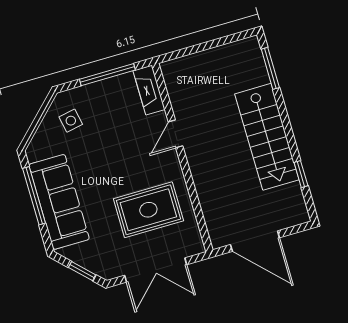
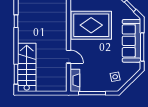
door: (175, 134) -> (69, 57), hinge flipped
stairs: (267, 137) -> (27, 67), moved
rug: (148, 210) -> (91, 25), width x1.37, depth x1.44

